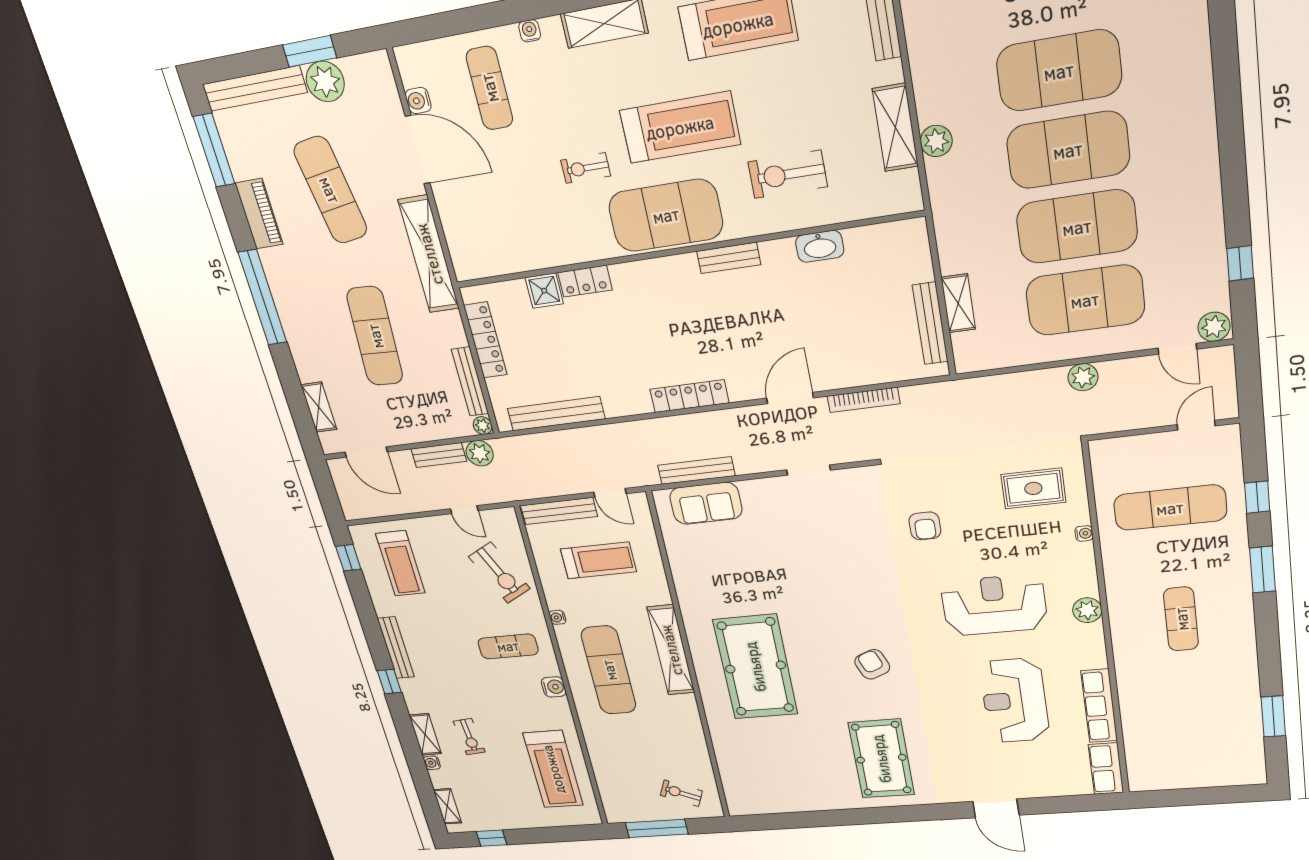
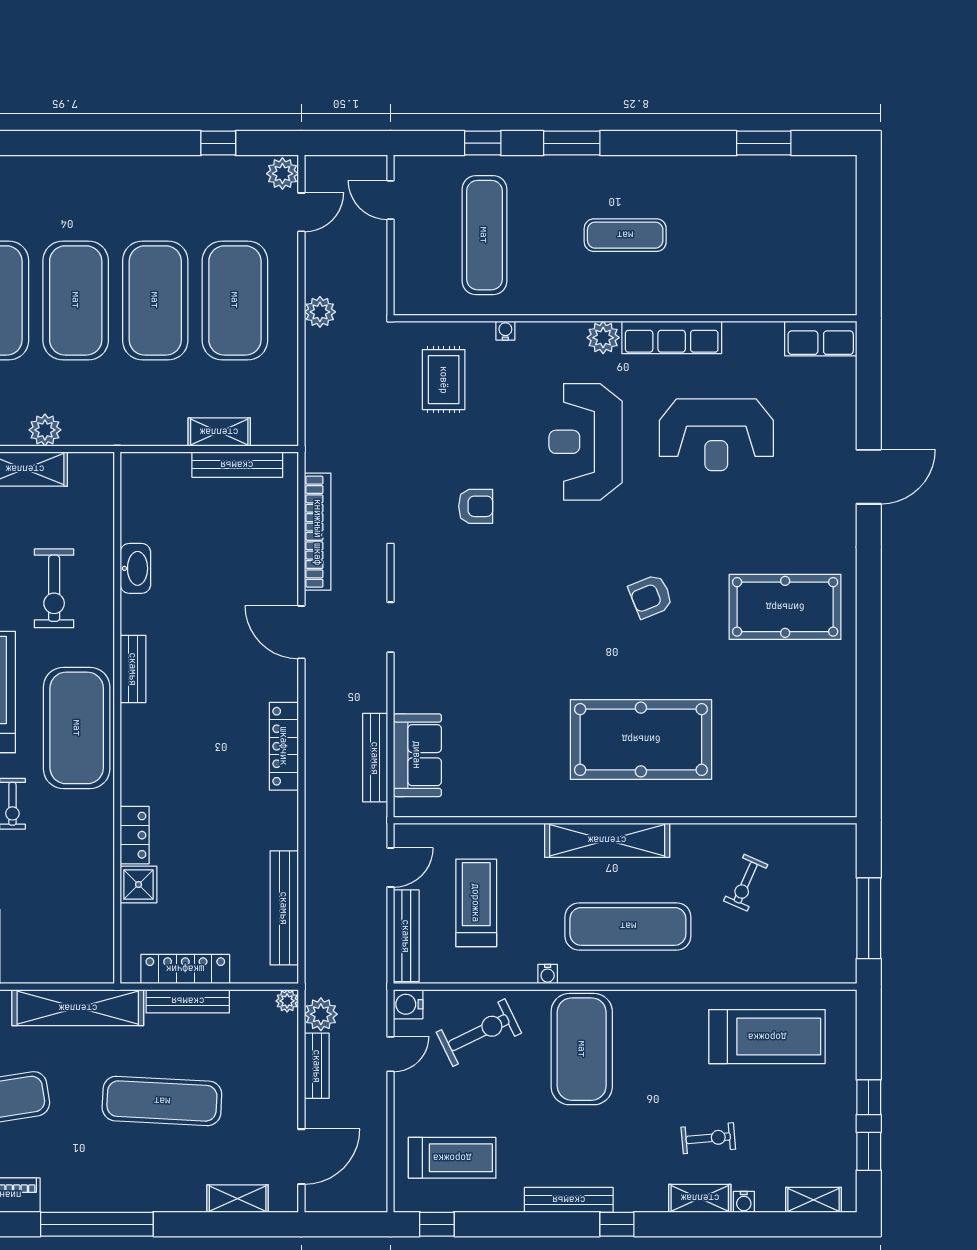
bench: (470, 382) -> (188, 1001), moved
bookcase: (864, 400) -> (318, 532), width x1.48, depth x1.31
exercise mat: (508, 646) -> (582, 1049), width x2.00, depth x1.45
water cooler: (554, 687) -> (408, 1004), moved, turned -90
row of seats: (1099, 706) -> (672, 337), moved
exercise bike: (681, 793) -> (746, 883), moved
window: (529, 836) -> (869, 1097), added

